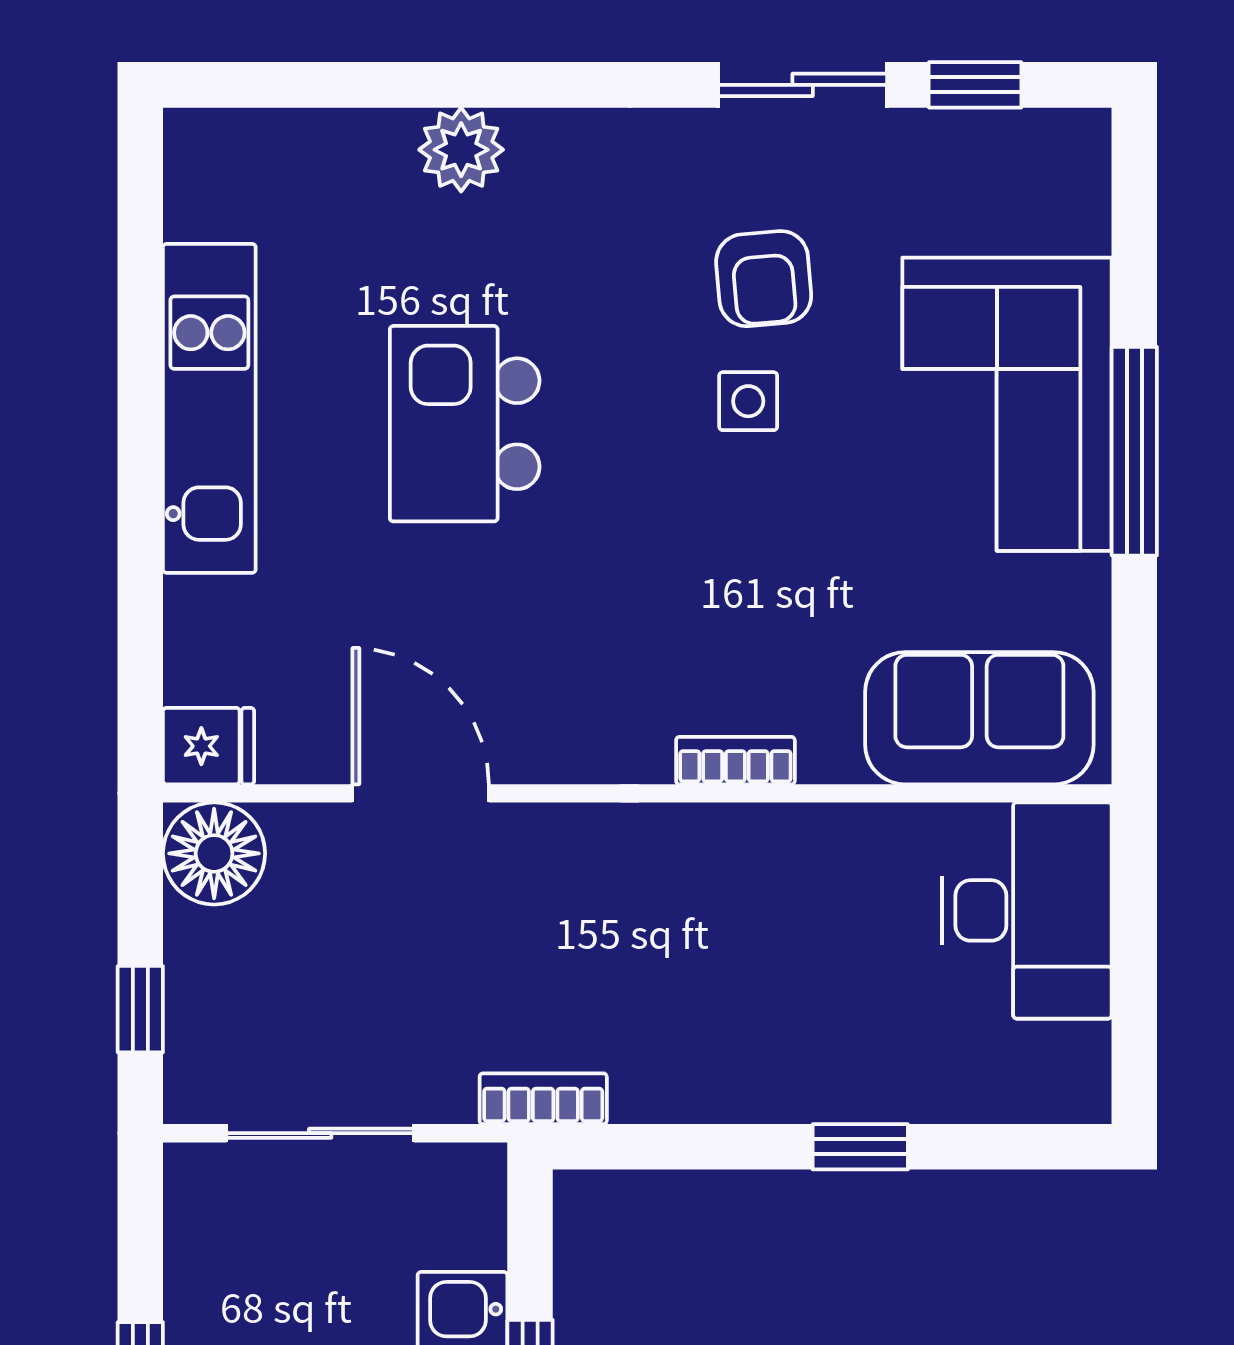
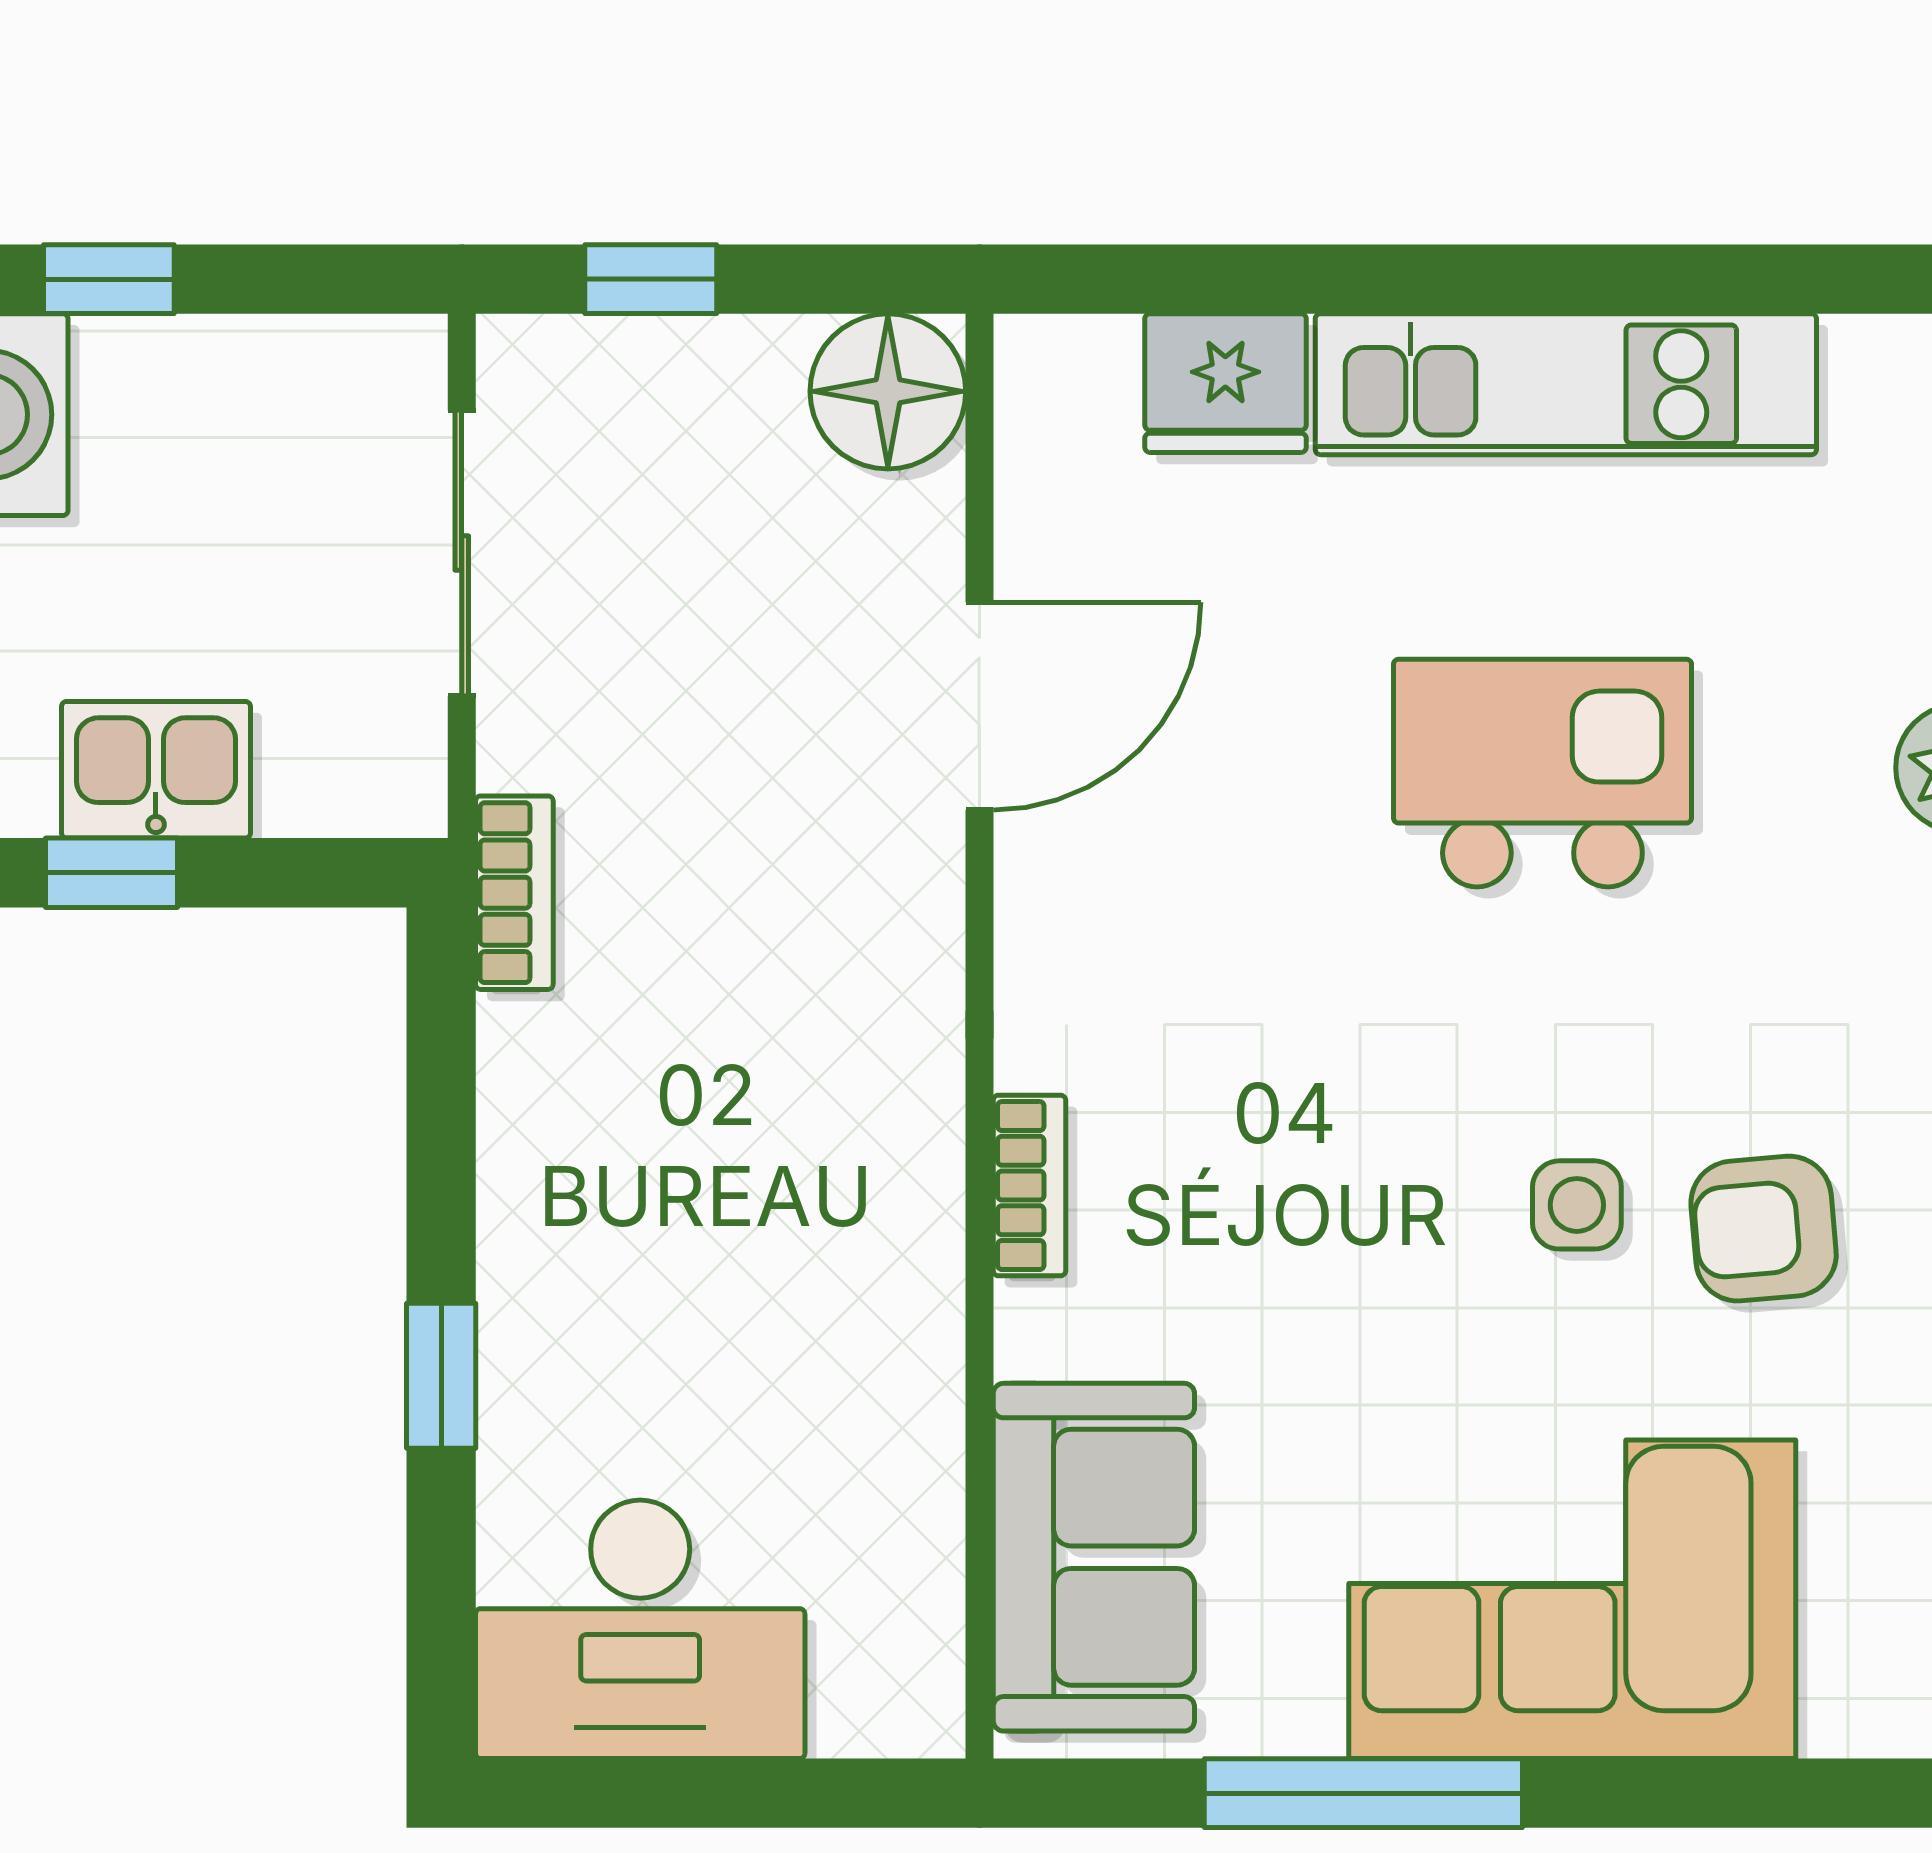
window: (1134, 451) -> (1363, 1793), moved
fridge: (209, 746) -> (1225, 383), moved, width x1.38
desk: (1027, 910) -> (640, 1629), moved

